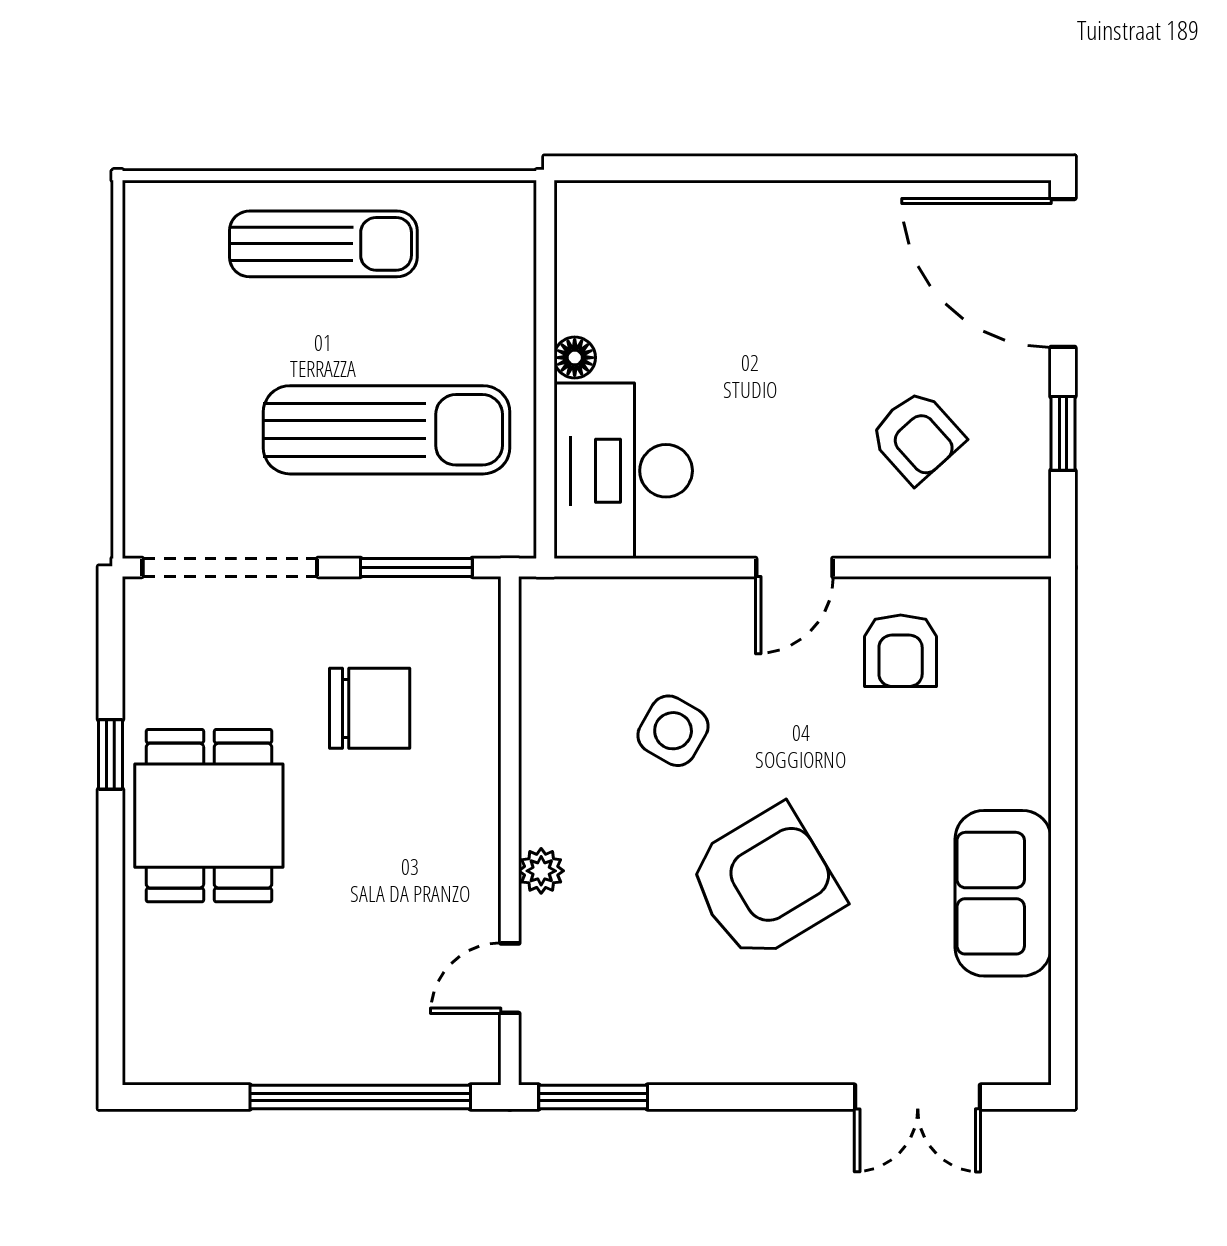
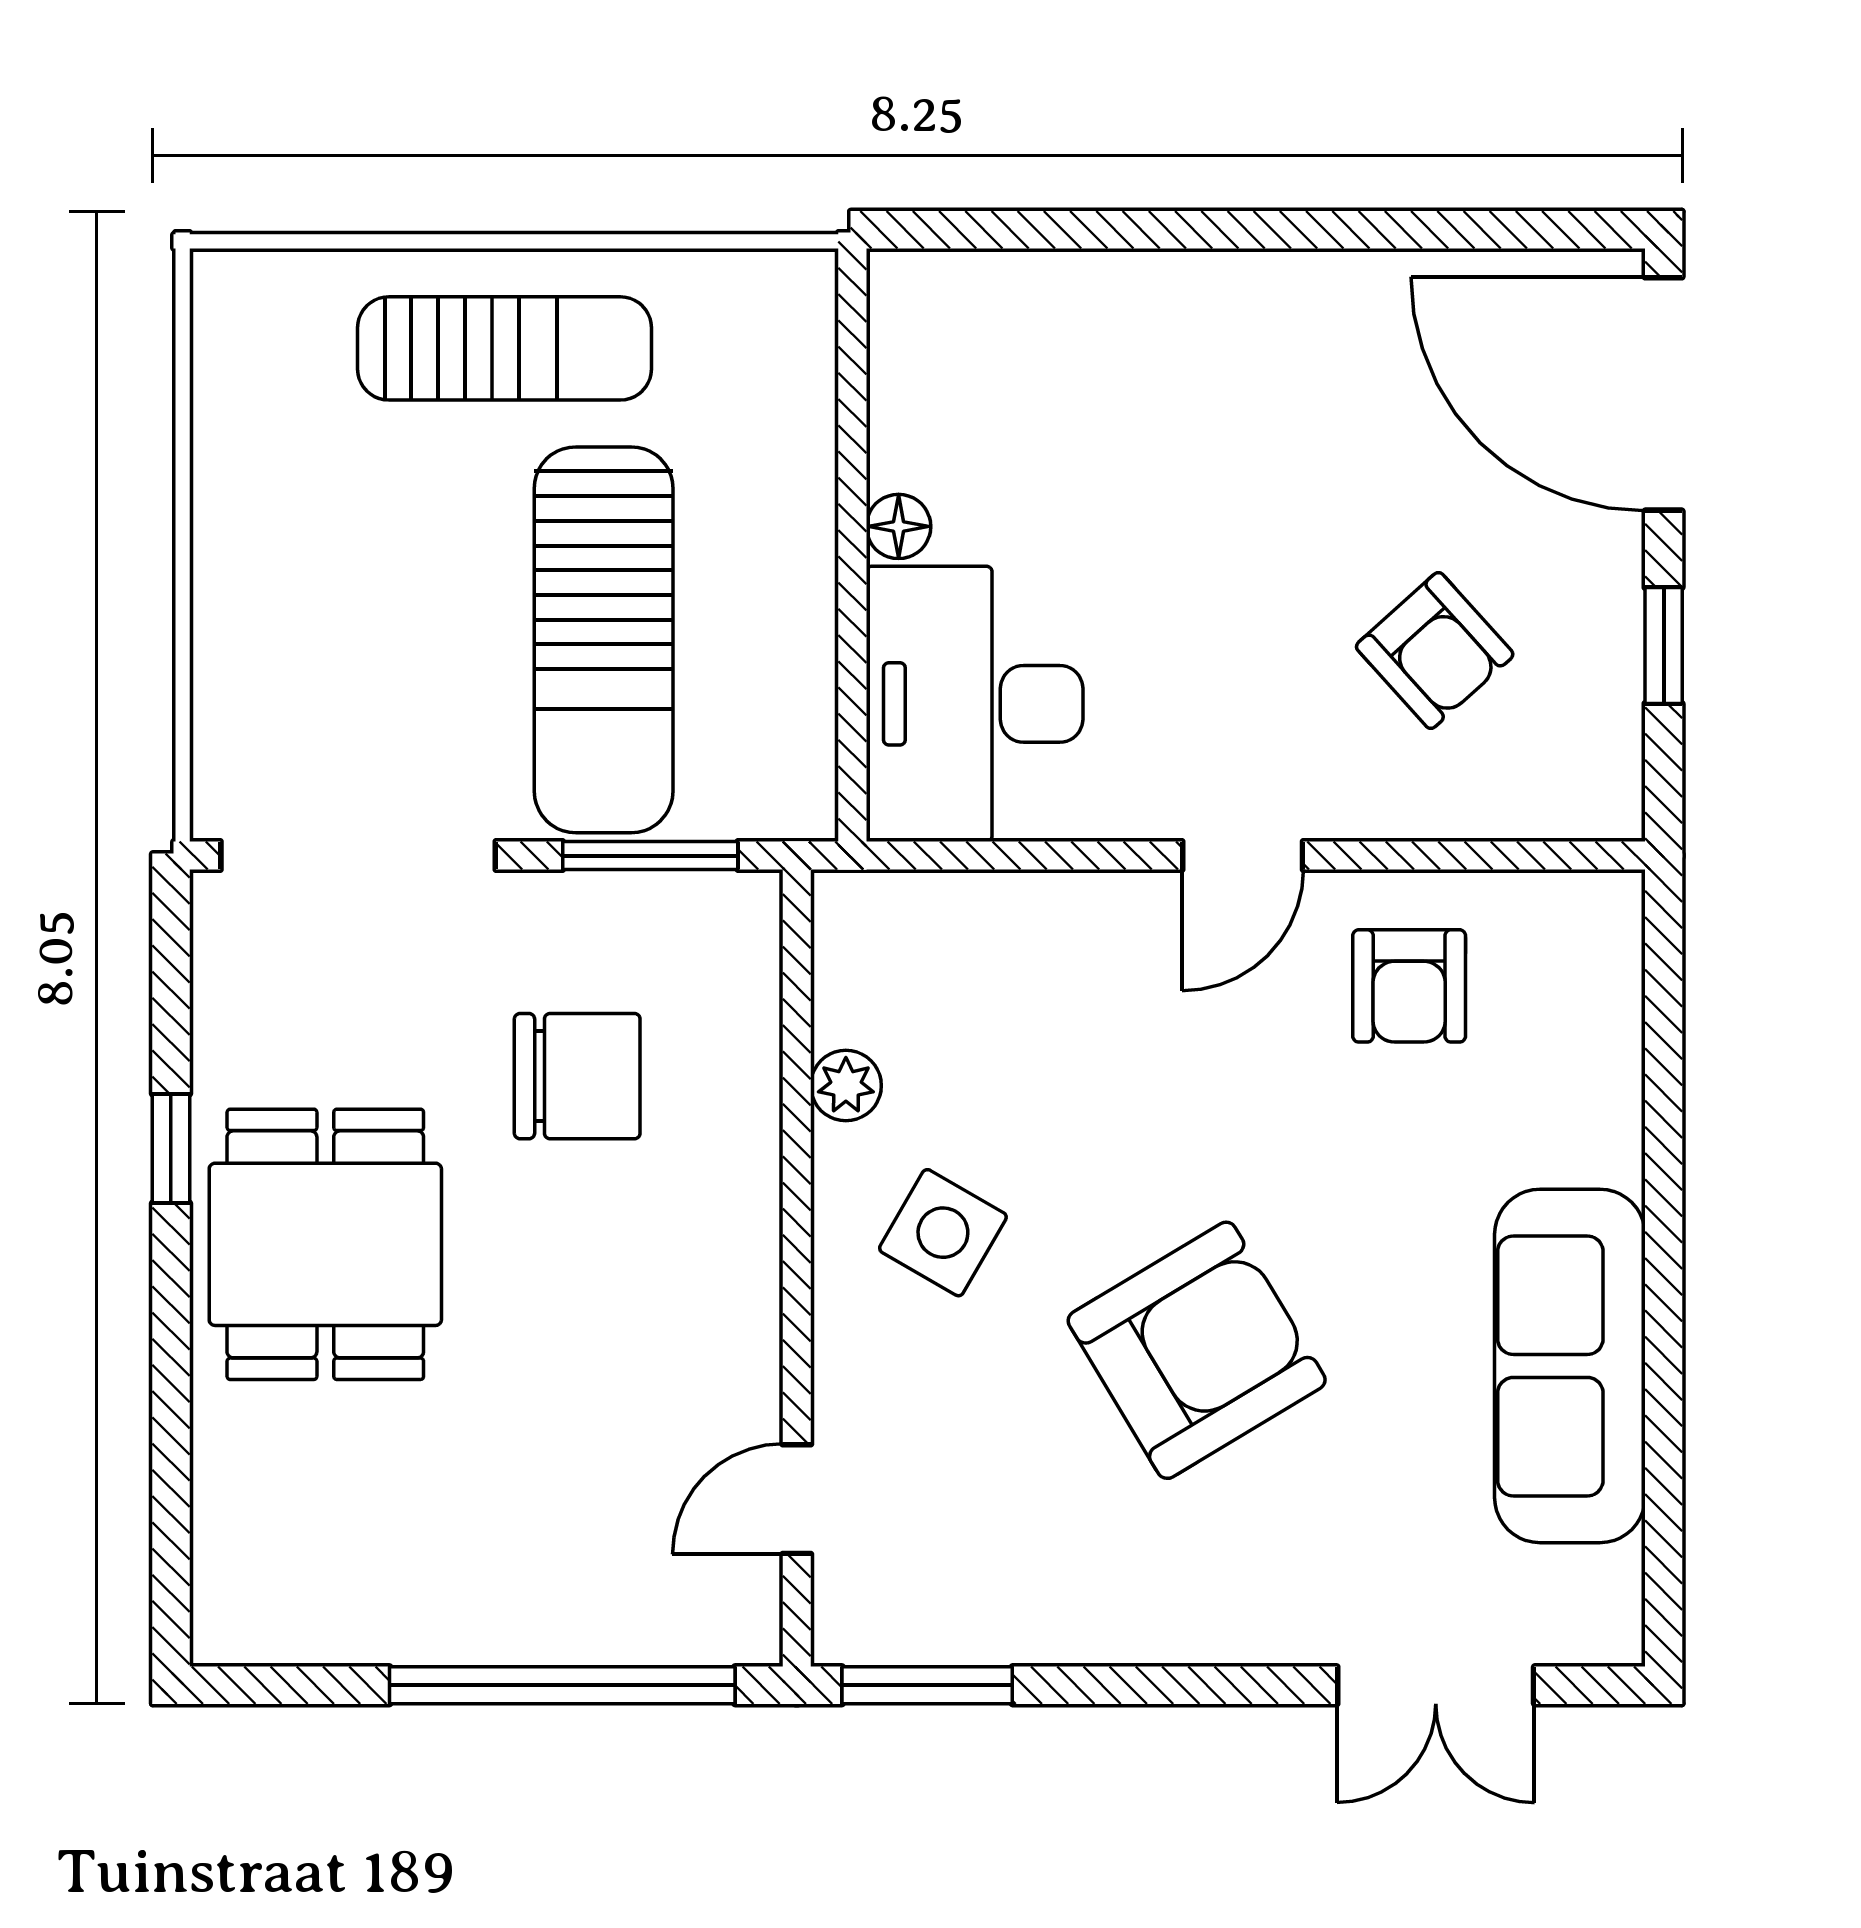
sun lounger: (387, 430) -> (604, 640), turned 90
side table: (673, 731) -> (943, 1233), moved
plant: (541, 871) -> (846, 1086), moved
sofa: (1003, 893) -> (1570, 1366), width x1.36

